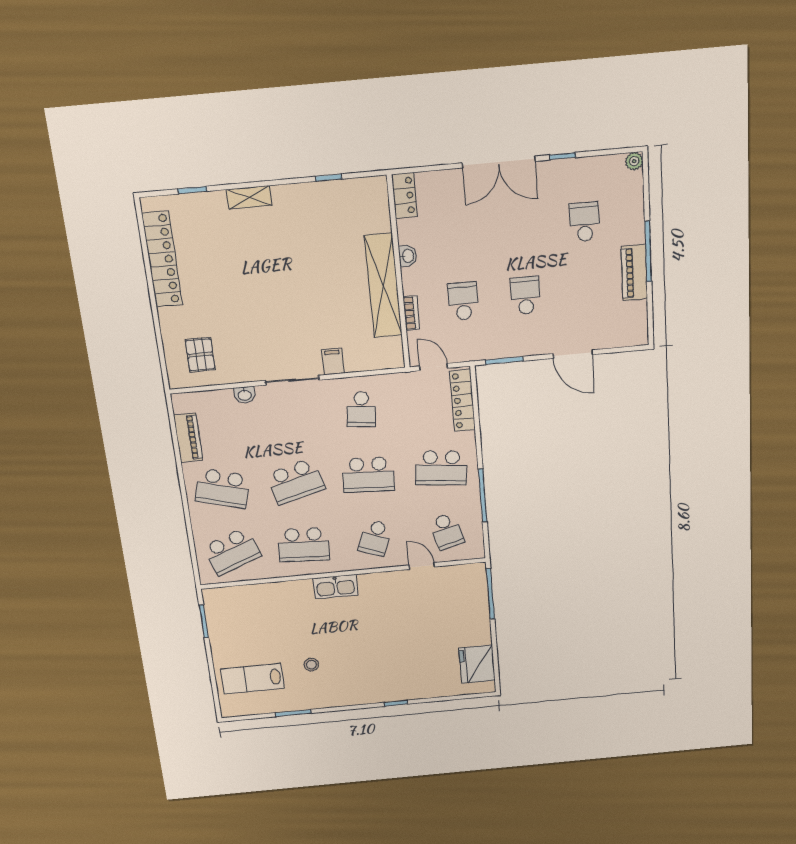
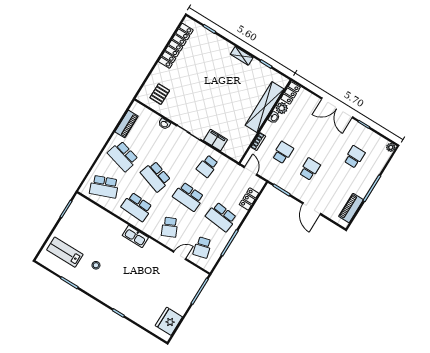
shelving: (249, 197) -> (242, 56), moved
plant: (409, 231) -> (282, 108), added
piano: (634, 273) -> (351, 208), moved
shelving: (383, 286) -> (265, 107), moved
filing cabinet: (333, 361) -> (216, 140), width x2.00
locker: (463, 400) -> (249, 199), width x0.66
school desk: (296, 482) -> (156, 176), turned 33
school desk: (375, 538) -> (170, 227), turned -45
door: (422, 566) -> (180, 255), hinge flipped

